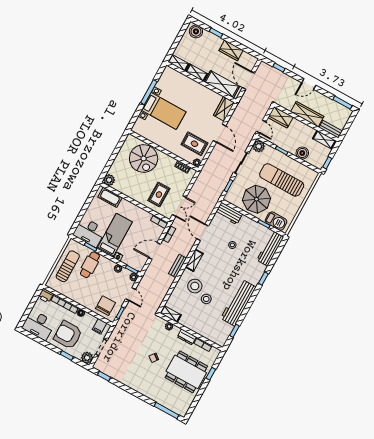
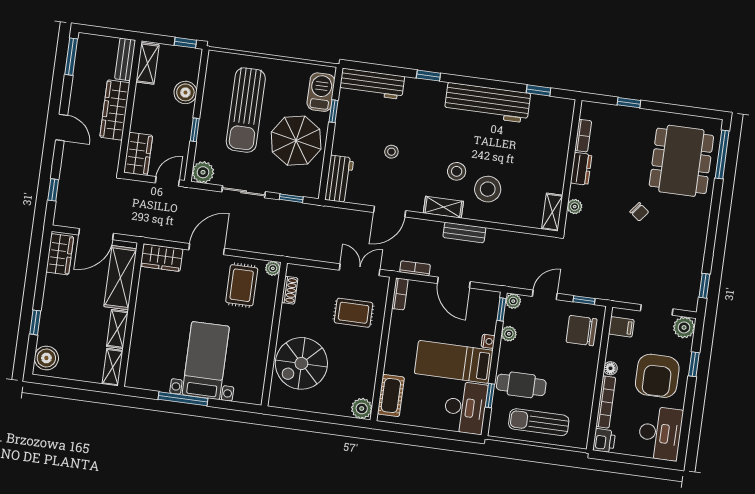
wardrobe: (231, 50) -> (60, 254), moved
spiral stairs: (144, 158) -> (301, 363), turned 180
stool: (206, 299) -> (457, 171), moved
dining table: (186, 372) -> (681, 161), moved

